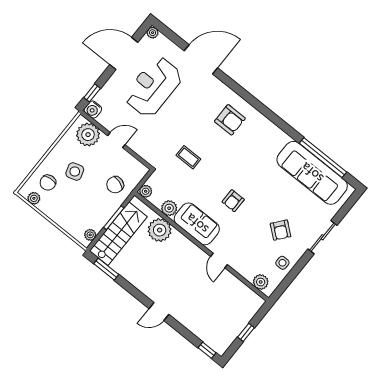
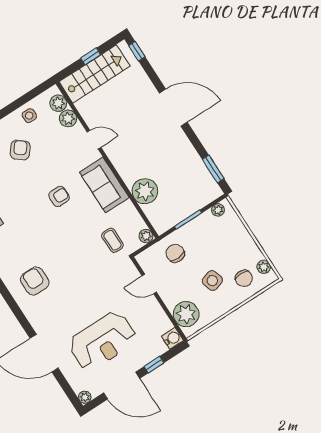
window: (92, 93) -> (154, 365), moved
door: (116, 140) -> (149, 284), moved
coffee table: (188, 157) -> (112, 240), moved
chair: (48, 183) -> (244, 278), turned 95
chair: (115, 185) -> (175, 253), turned -110
plant: (169, 208) -> (68, 118), moved
stairs: (118, 234) -> (95, 74), moved, turned 180
door: (219, 261) -> (94, 140), hinge flipped
door: (159, 311) -> (173, 108), width x1.88

